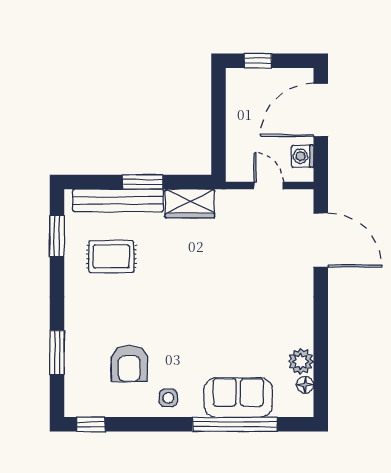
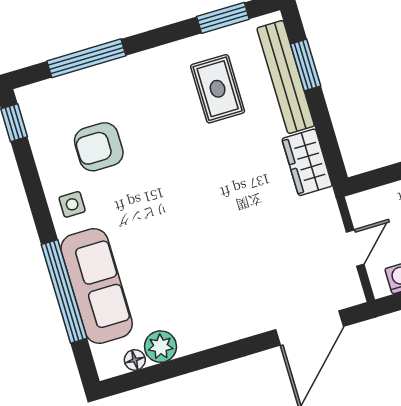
window: (143, 182) -> (306, 65), moved
window: (57, 353) -> (86, 58), width x1.44
sofa: (238, 398) -> (97, 286), width x1.36

